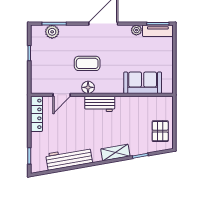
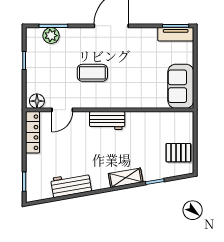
plant: (136, 30) -> (150, 34), removed
sofa: (143, 83) -> (181, 86), moved, turned -90
floor lamp: (88, 87) -> (37, 101), moved
pallet: (160, 131) -> (178, 153), turned 90
workbench: (69, 158) -> (71, 185), width x0.73

